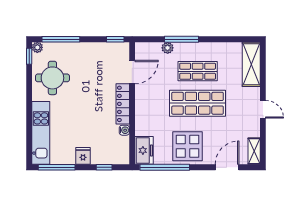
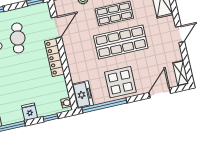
cafe table: (88, 74) -> (18, 38), added
door: (263, 109) -> (180, 34), hinge flipped
water cooler: (124, 130) -> (66, 103), moved

